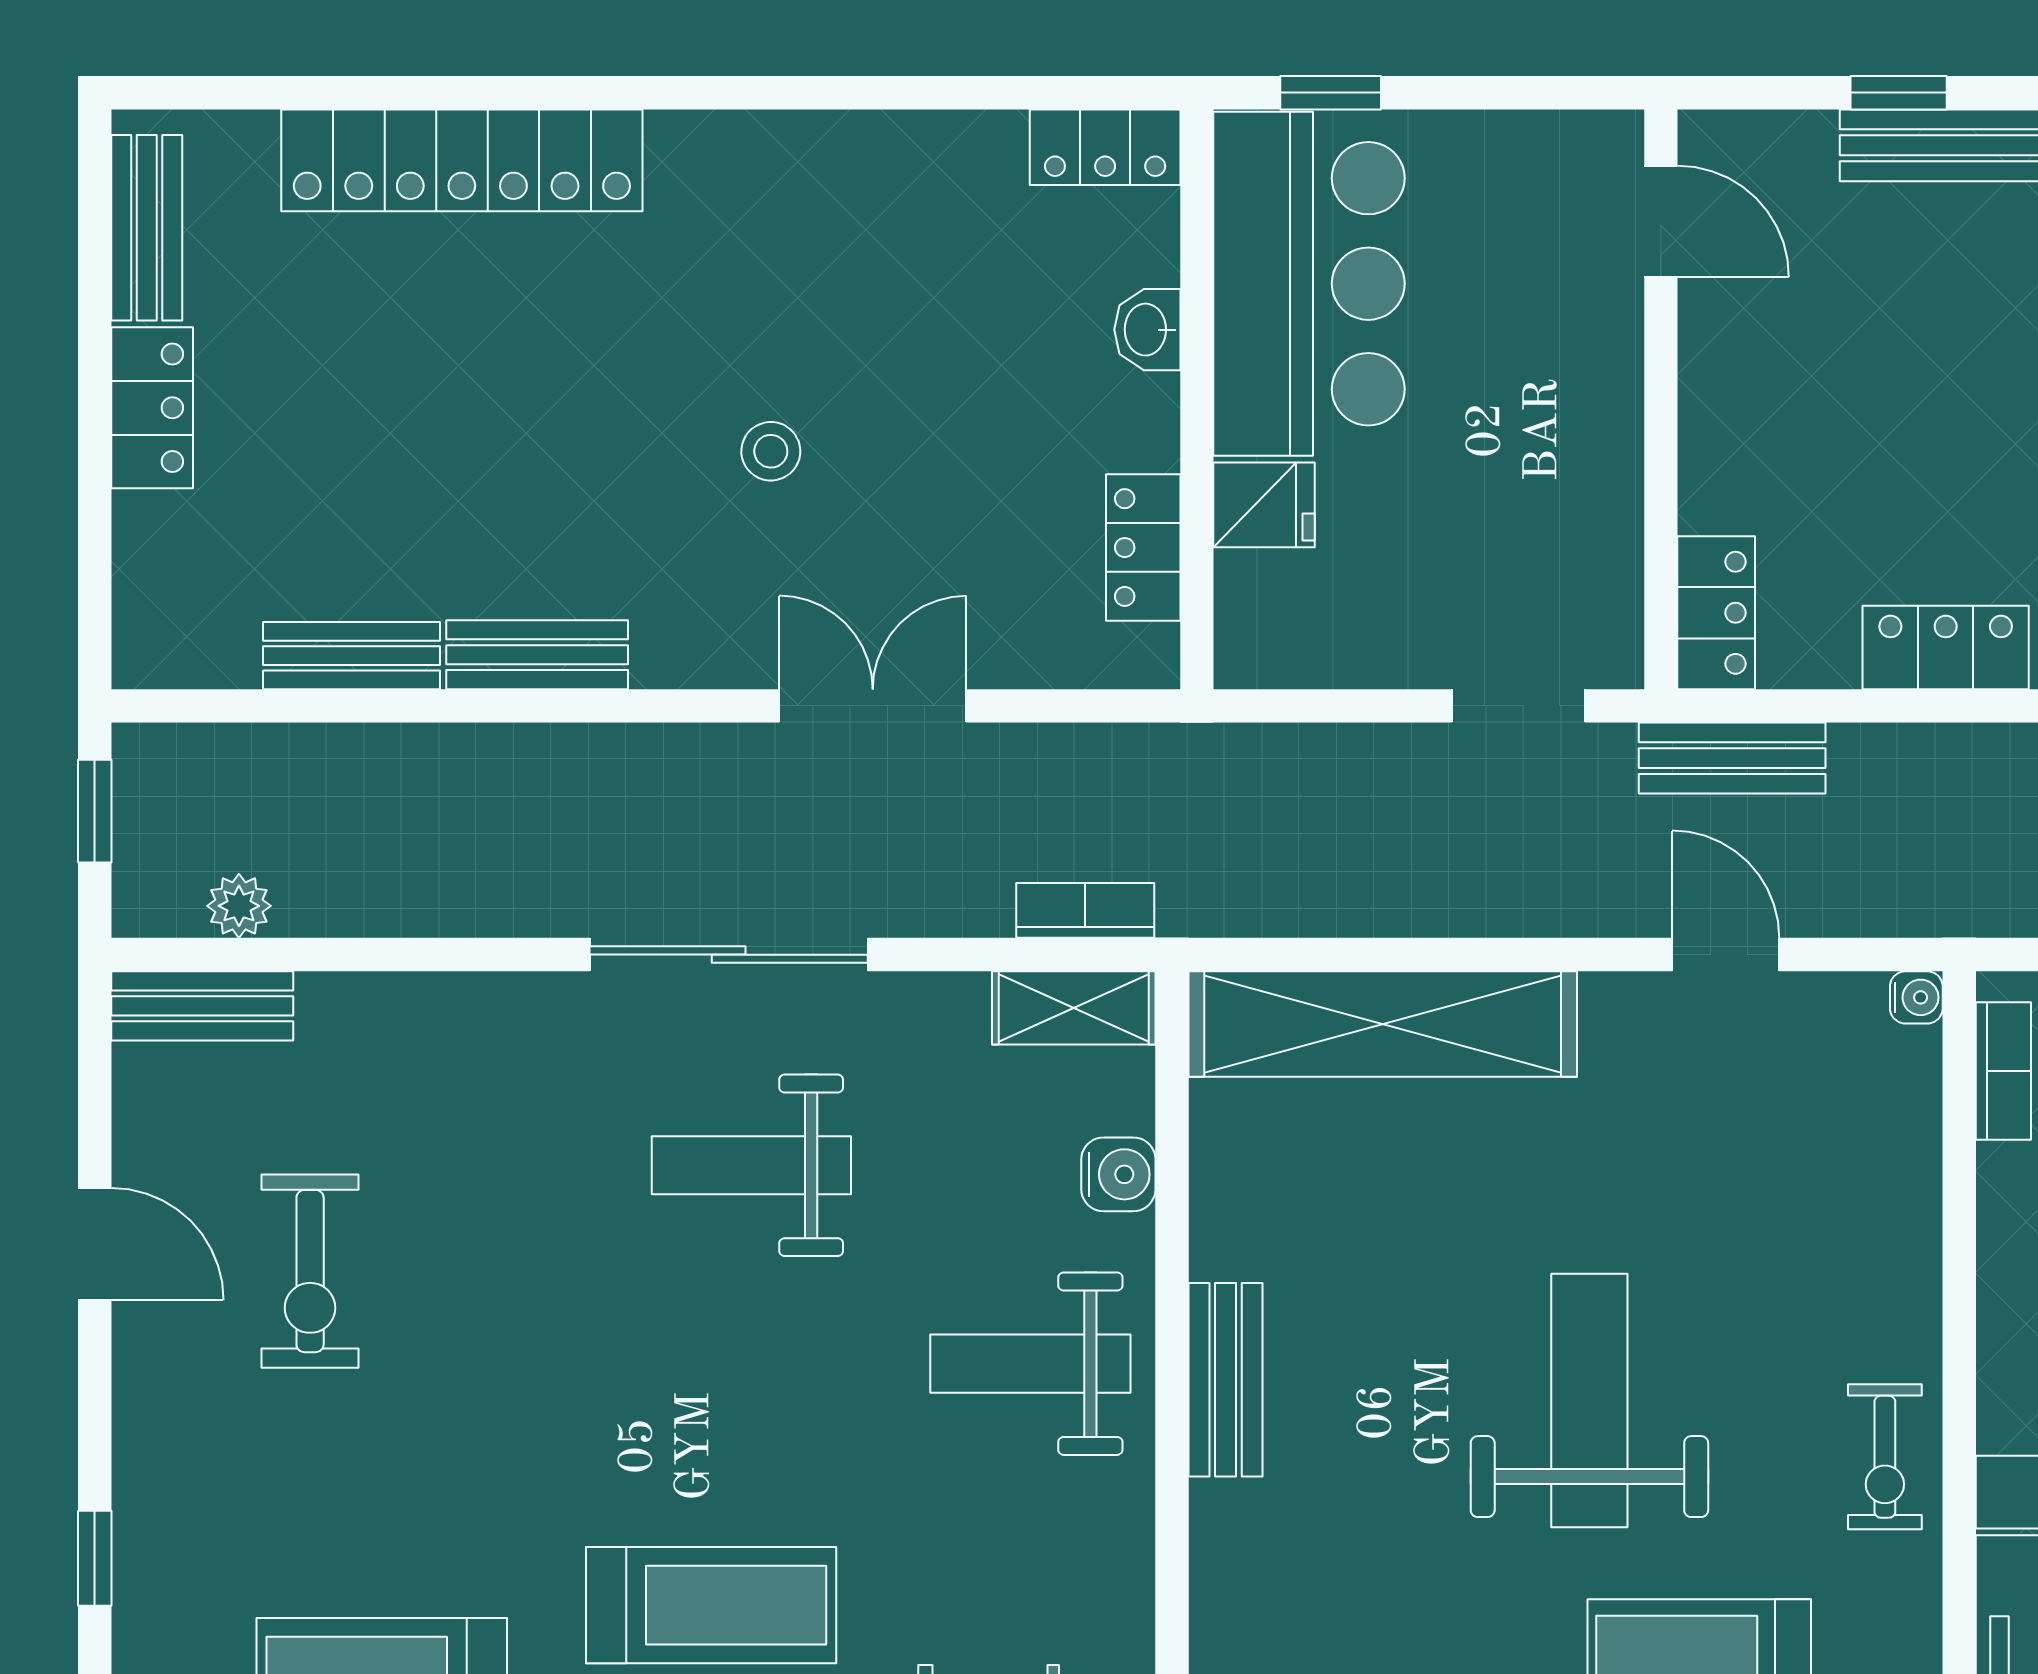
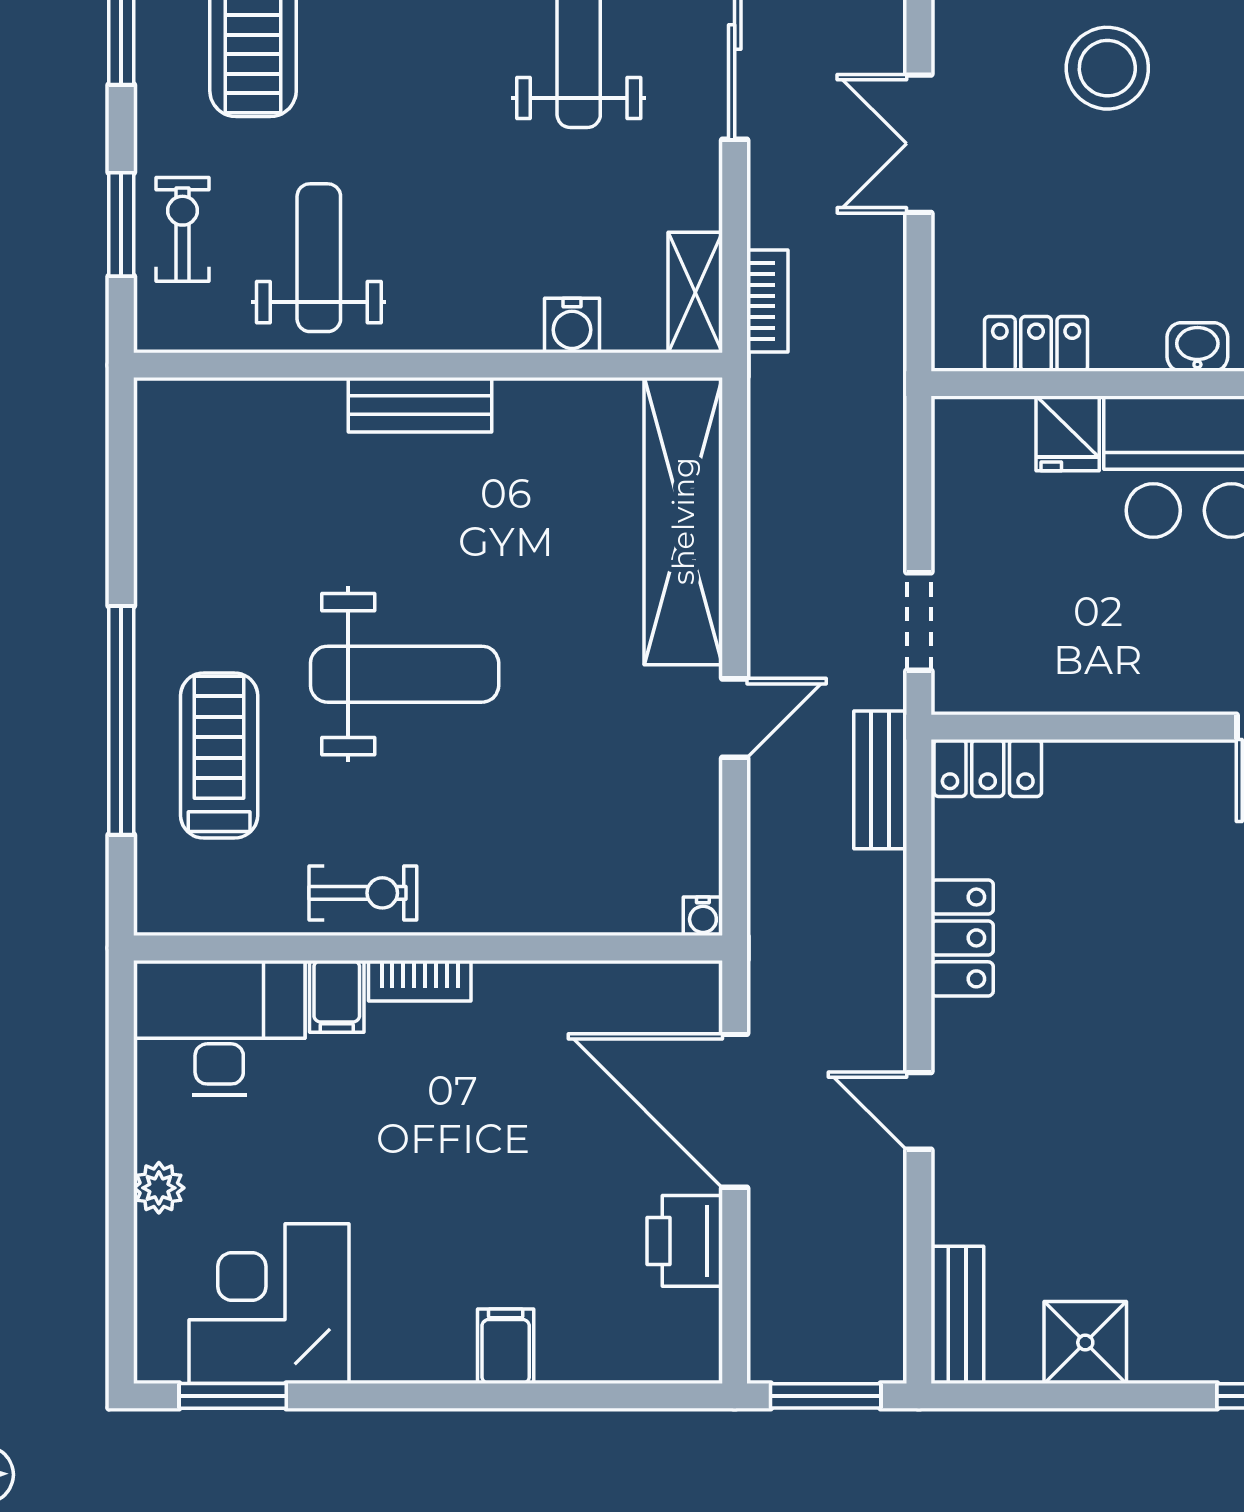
stool: (771, 451) -> (1107, 68), width x1.89, depth x1.89
double door: (873, 706) -> (919, 144), swing flipped
door: (1726, 955) -> (735, 718), moved
bookcase: (2003, 1071) -> (420, 981), moved
weight bench: (1030, 1364) -> (319, 258), moved
exercise bike: (1885, 1457) -> (363, 893), turned 180

